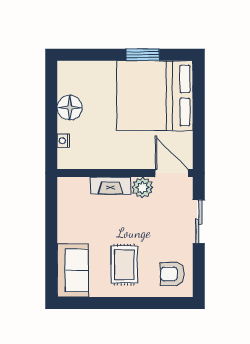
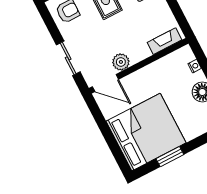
fireplace: (111, 185) -> (165, 41), moved

